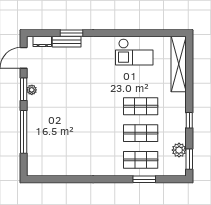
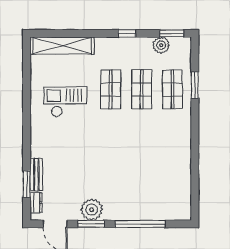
window: (72, 33) -> (27, 184), moved
checkout: (134, 52) -> (65, 102), moved, turned -90
plant: (32, 90) -> (92, 210), width x1.87, depth x1.87

